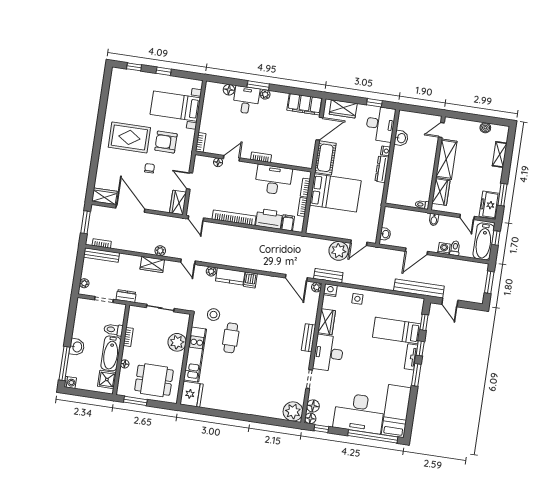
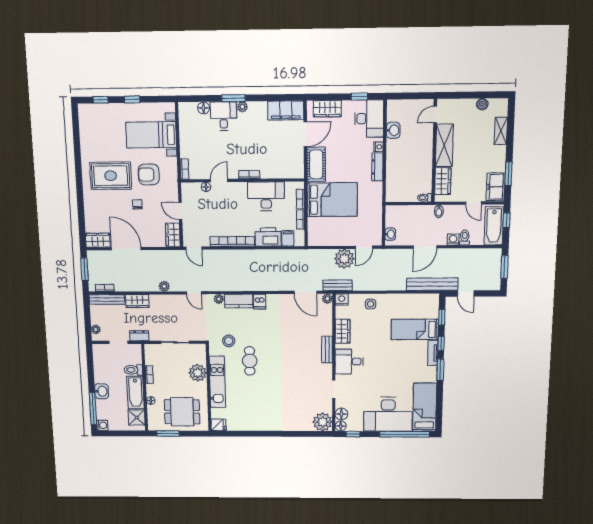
wardrobe: (152, 264) -> (137, 301), moved
desk: (328, 353) -> (349, 362), width x0.73
fridge: (191, 394) -> (218, 425), width x0.53, depth x0.75

